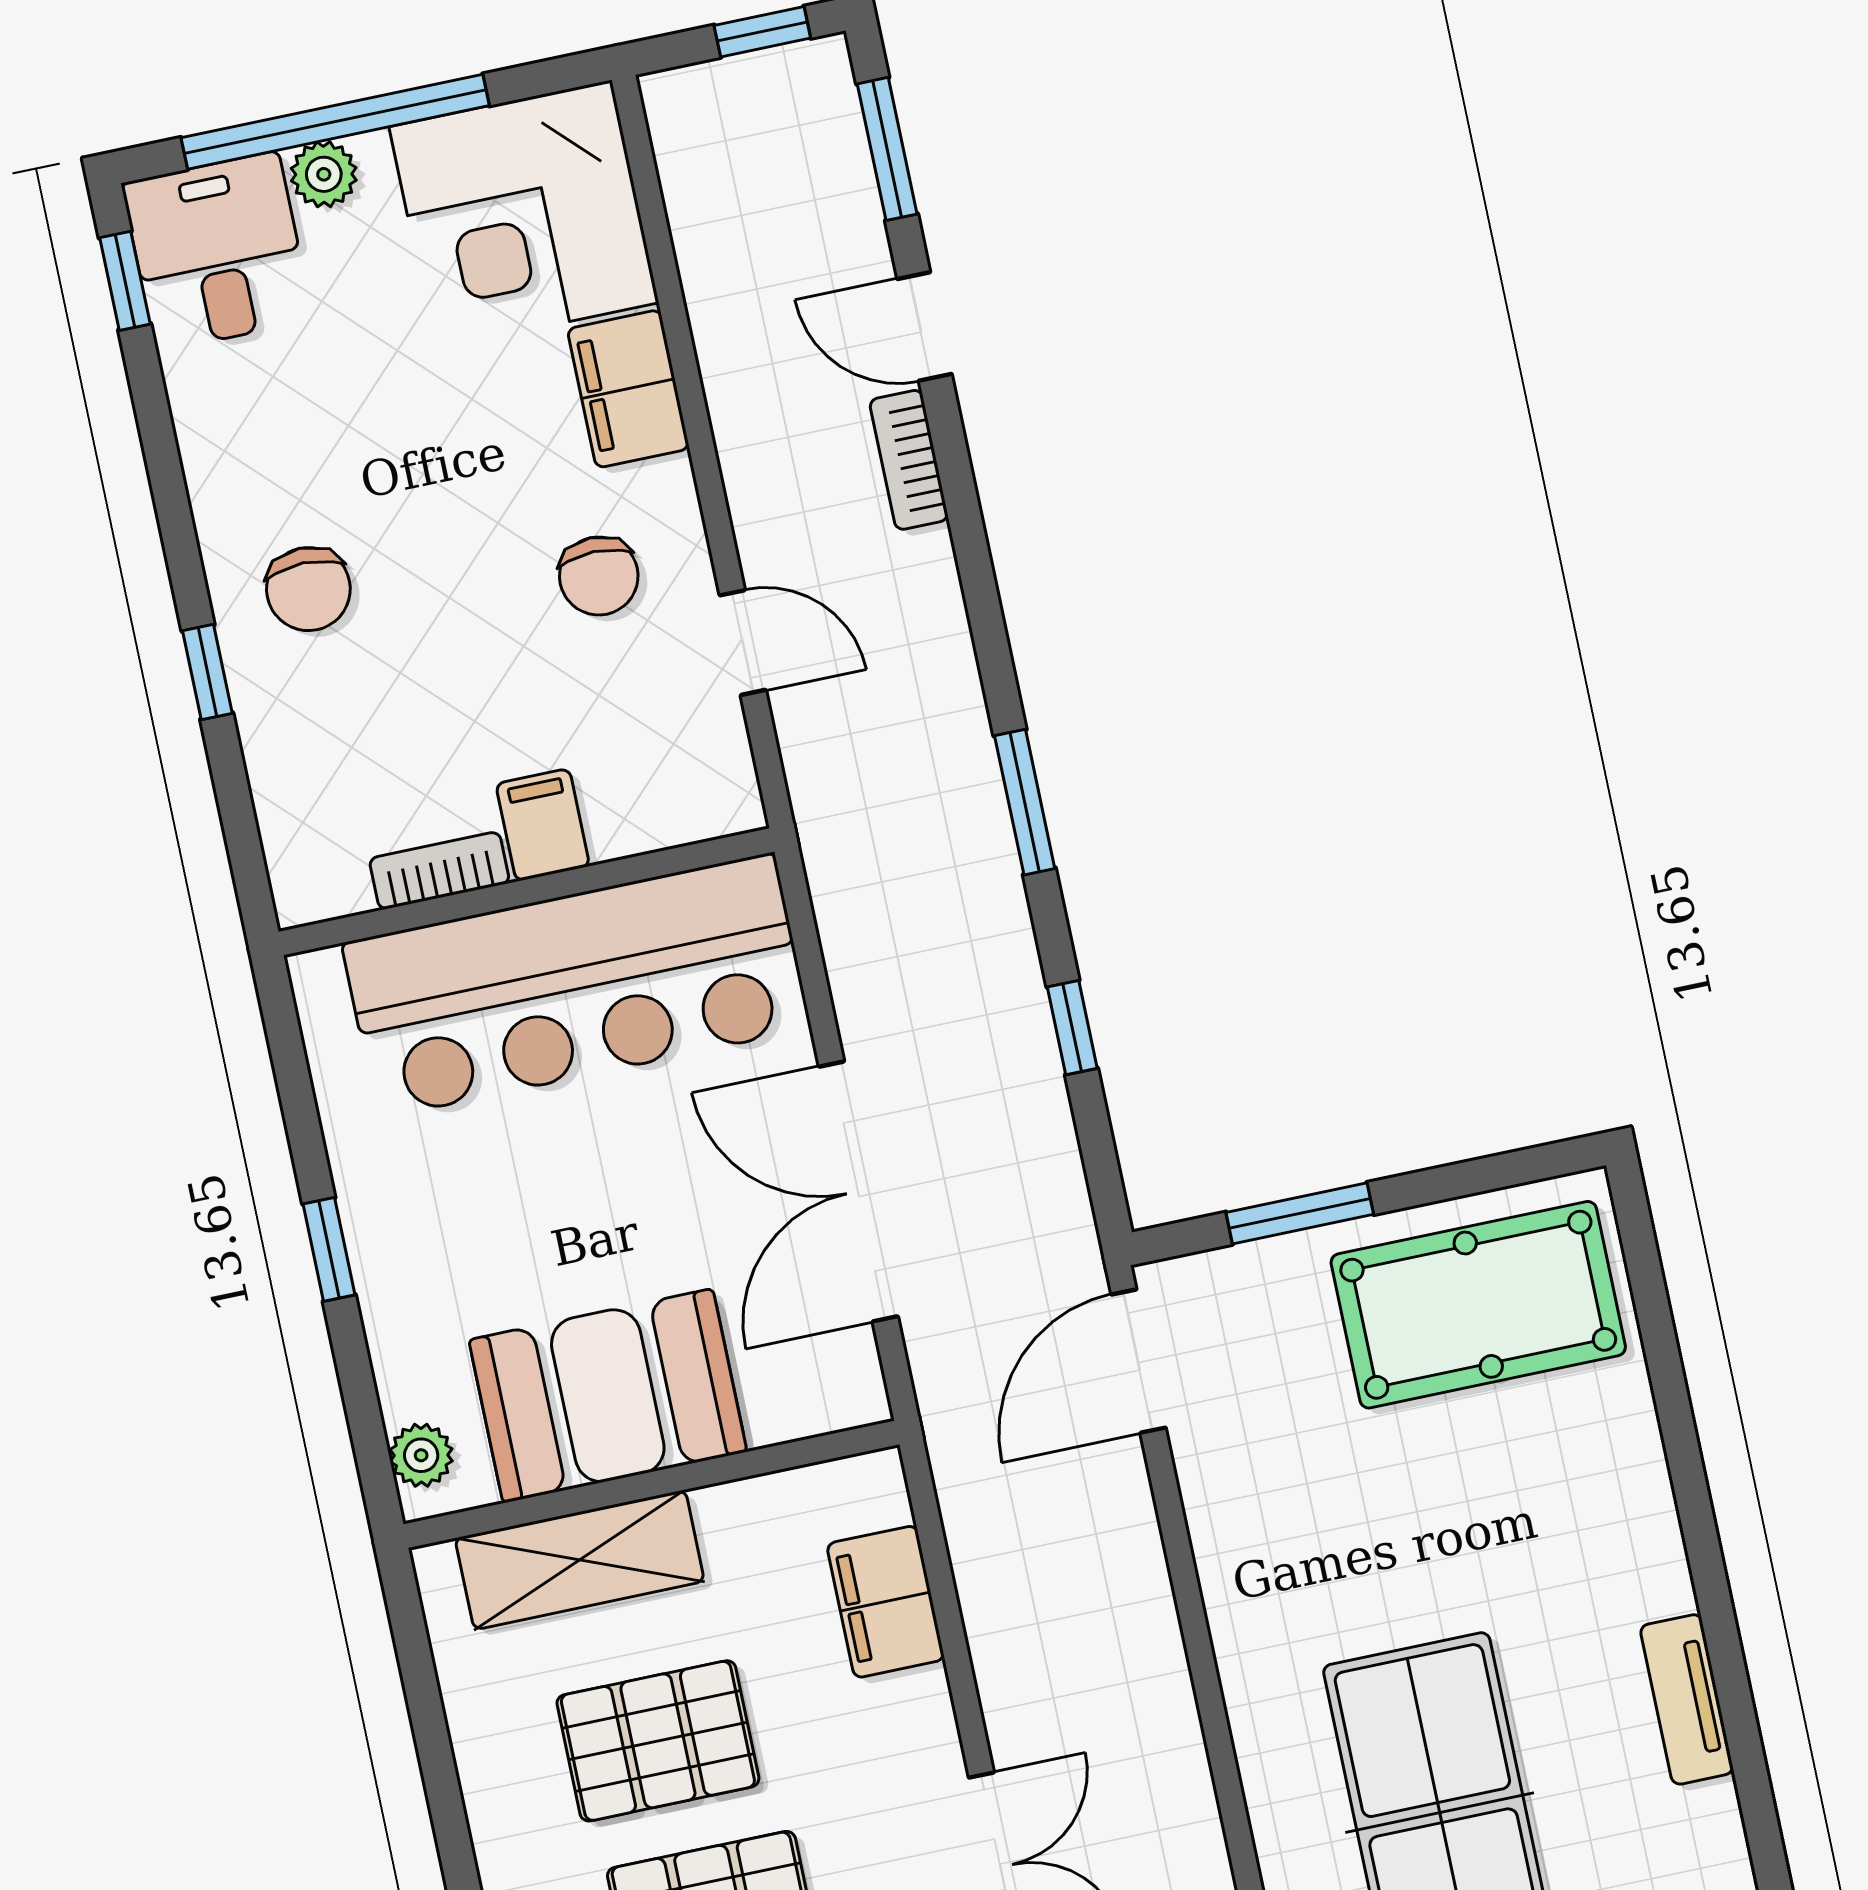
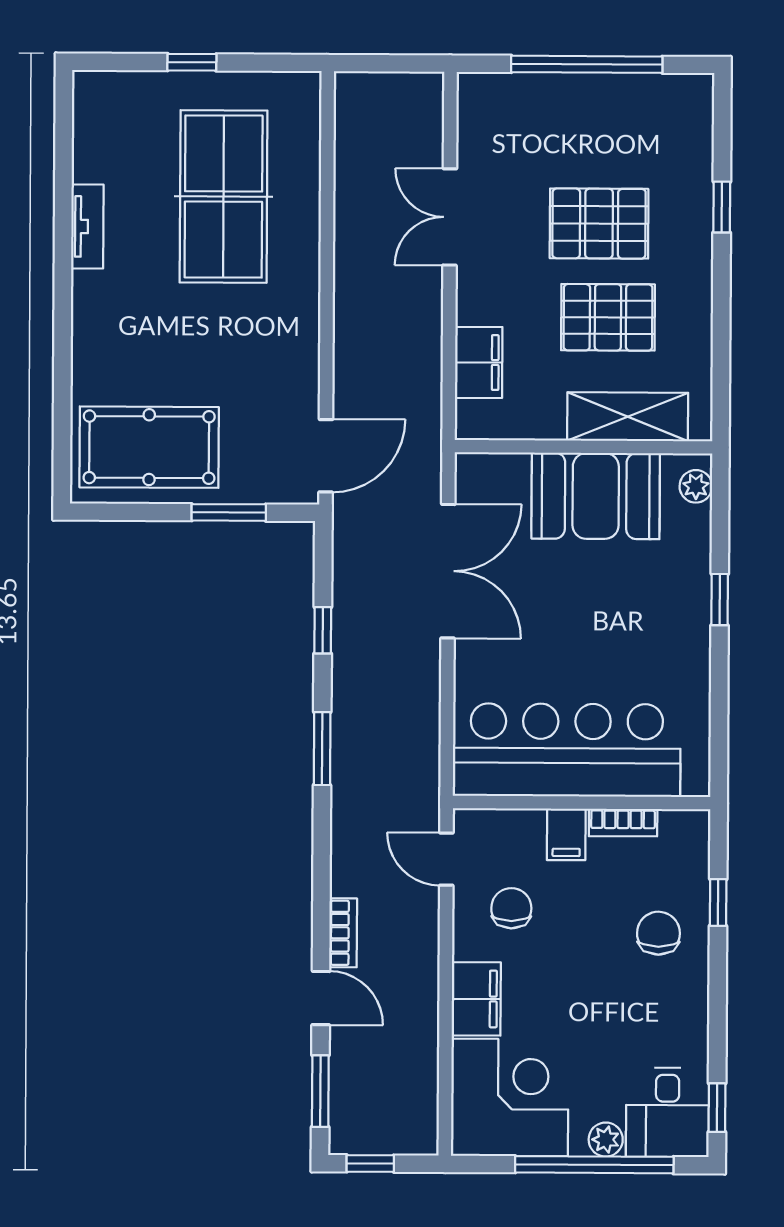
filing cabinet: (543, 825) -> (566, 834), moved
bookcase: (439, 871) -> (623, 823), moved
wall: (526, 892) -> (582, 803), moved
bar counter: (576, 986) -> (567, 750), moved

